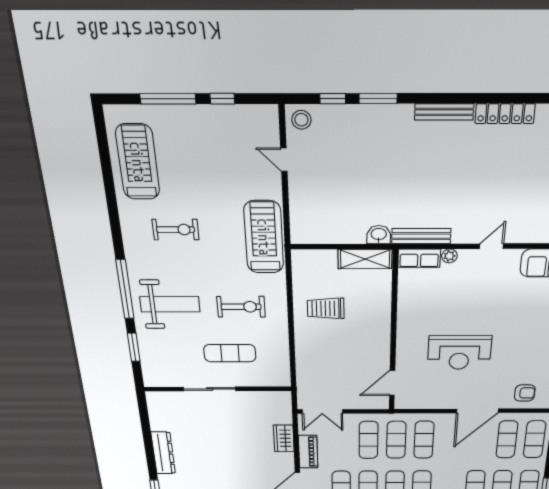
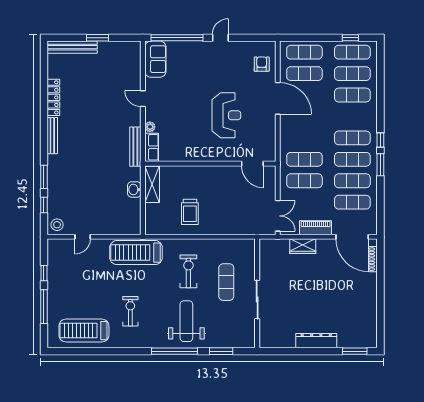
washbasin: (379, 235) -> (134, 189), moved
exercise mat: (424, 440) -> (304, 138), removed

